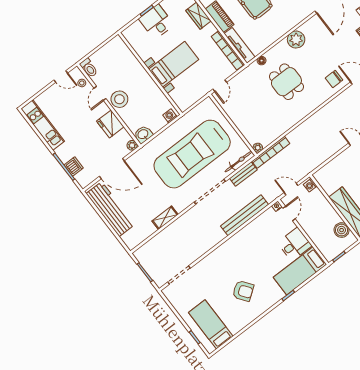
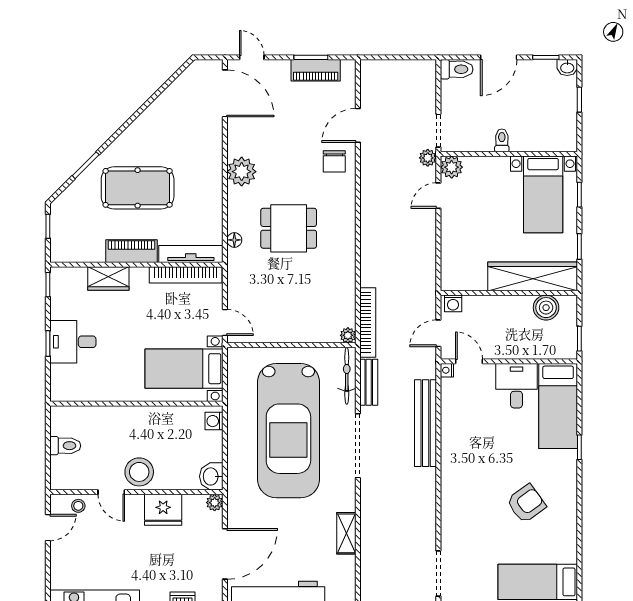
bed with nightstands: (174, 64) -> (184, 369), moved, turned -90
toilet: (89, 68) -> (65, 446), moved

